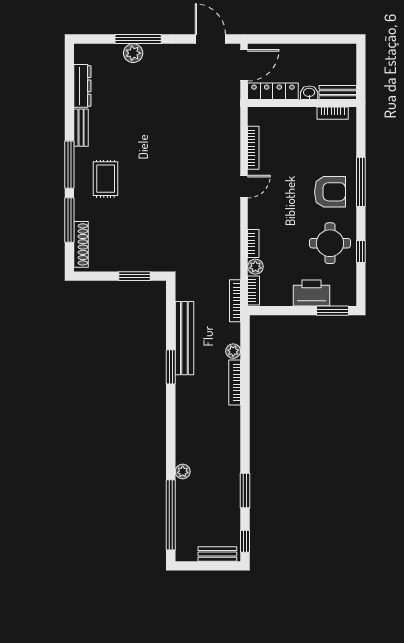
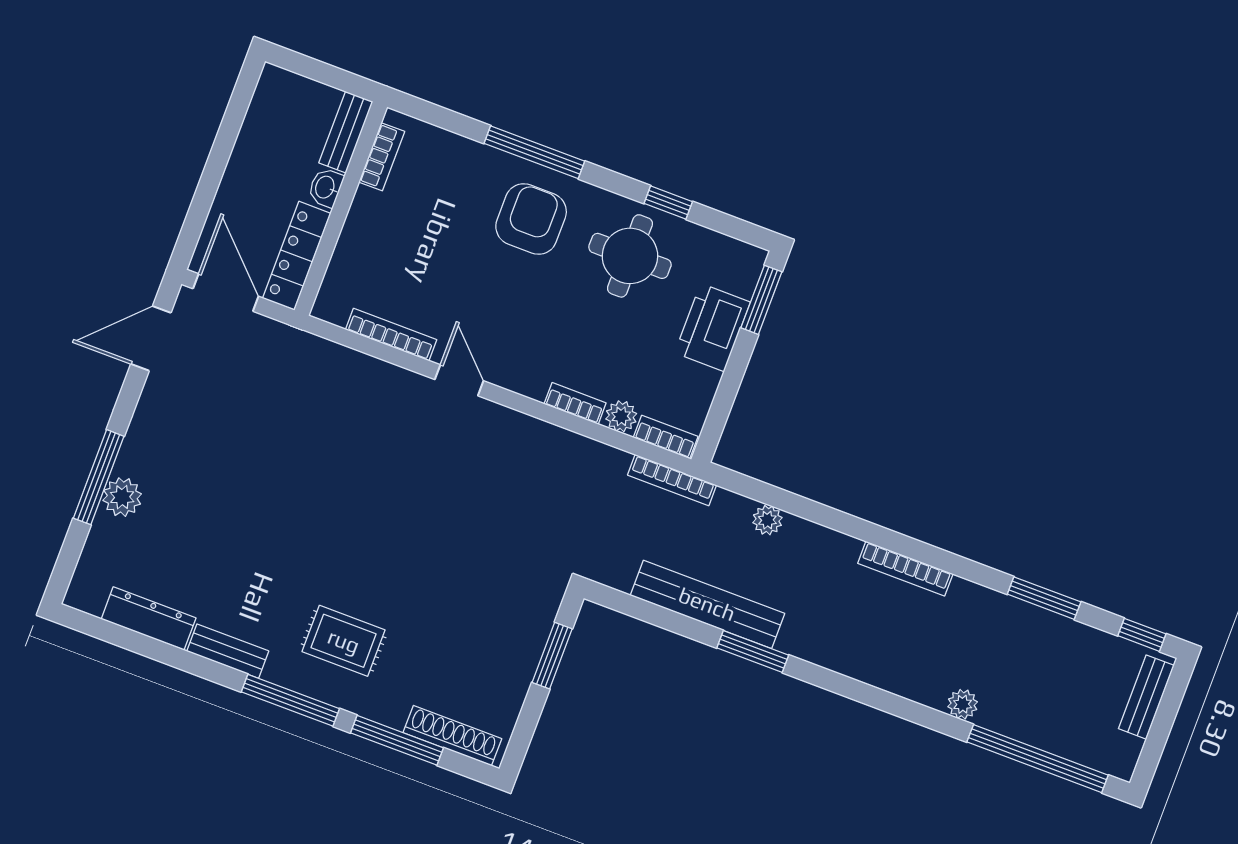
bookcase: (235, 382) -> (905, 569), moved

